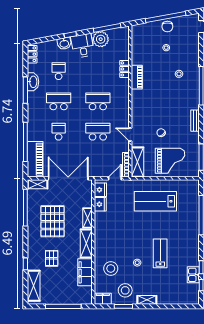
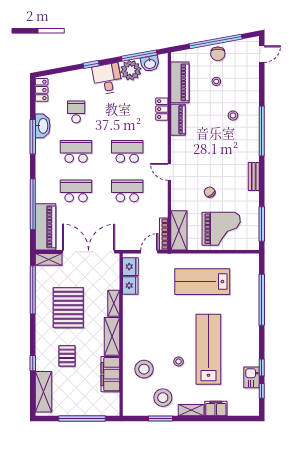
washbasin: (64, 43) -> (150, 64), moved
piano: (138, 48) -> (180, 82), added
school desk: (59, 132) -> (76, 191), width x1.85
door: (130, 134) -> (169, 172), moved
lab bench: (160, 253) -> (208, 349), width x1.86, depth x1.39
filing cabinet: (103, 299) -> (216, 409), moved

